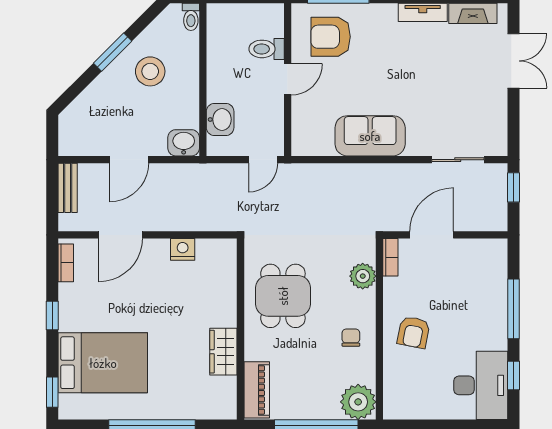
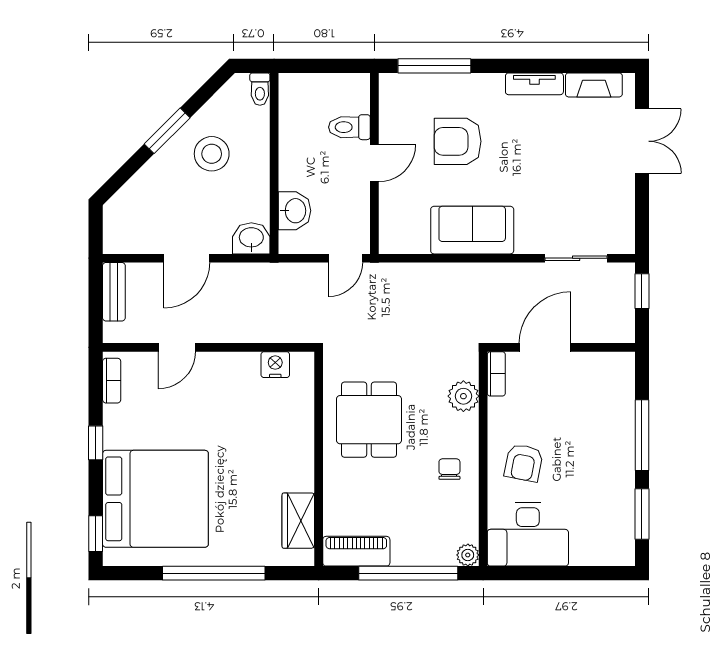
armchair: (331, 37) -> (458, 141), moved
door: (121, 235) -> (177, 347), width x0.73
nightstand: (183, 249) -> (275, 365), moved
wardrobe: (223, 352) -> (298, 521), moved
bed: (103, 363) -> (155, 499), width x1.36
window: (513, 375) -> (642, 514), width x1.50
desk: (481, 385) -> (528, 534), moved, turned 90
piano: (257, 390) -> (356, 551), moved, turned -90
plant: (358, 402) -> (468, 555), width x0.53, depth x0.53

